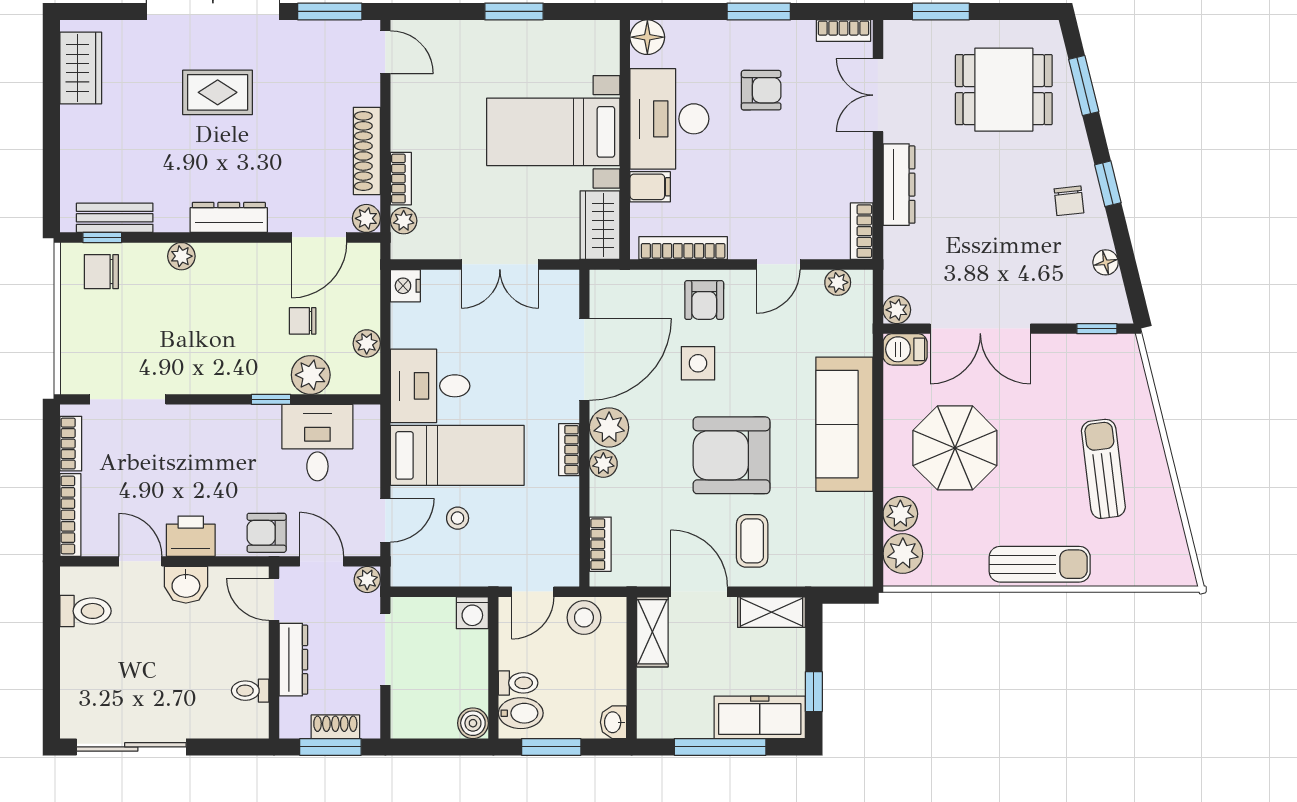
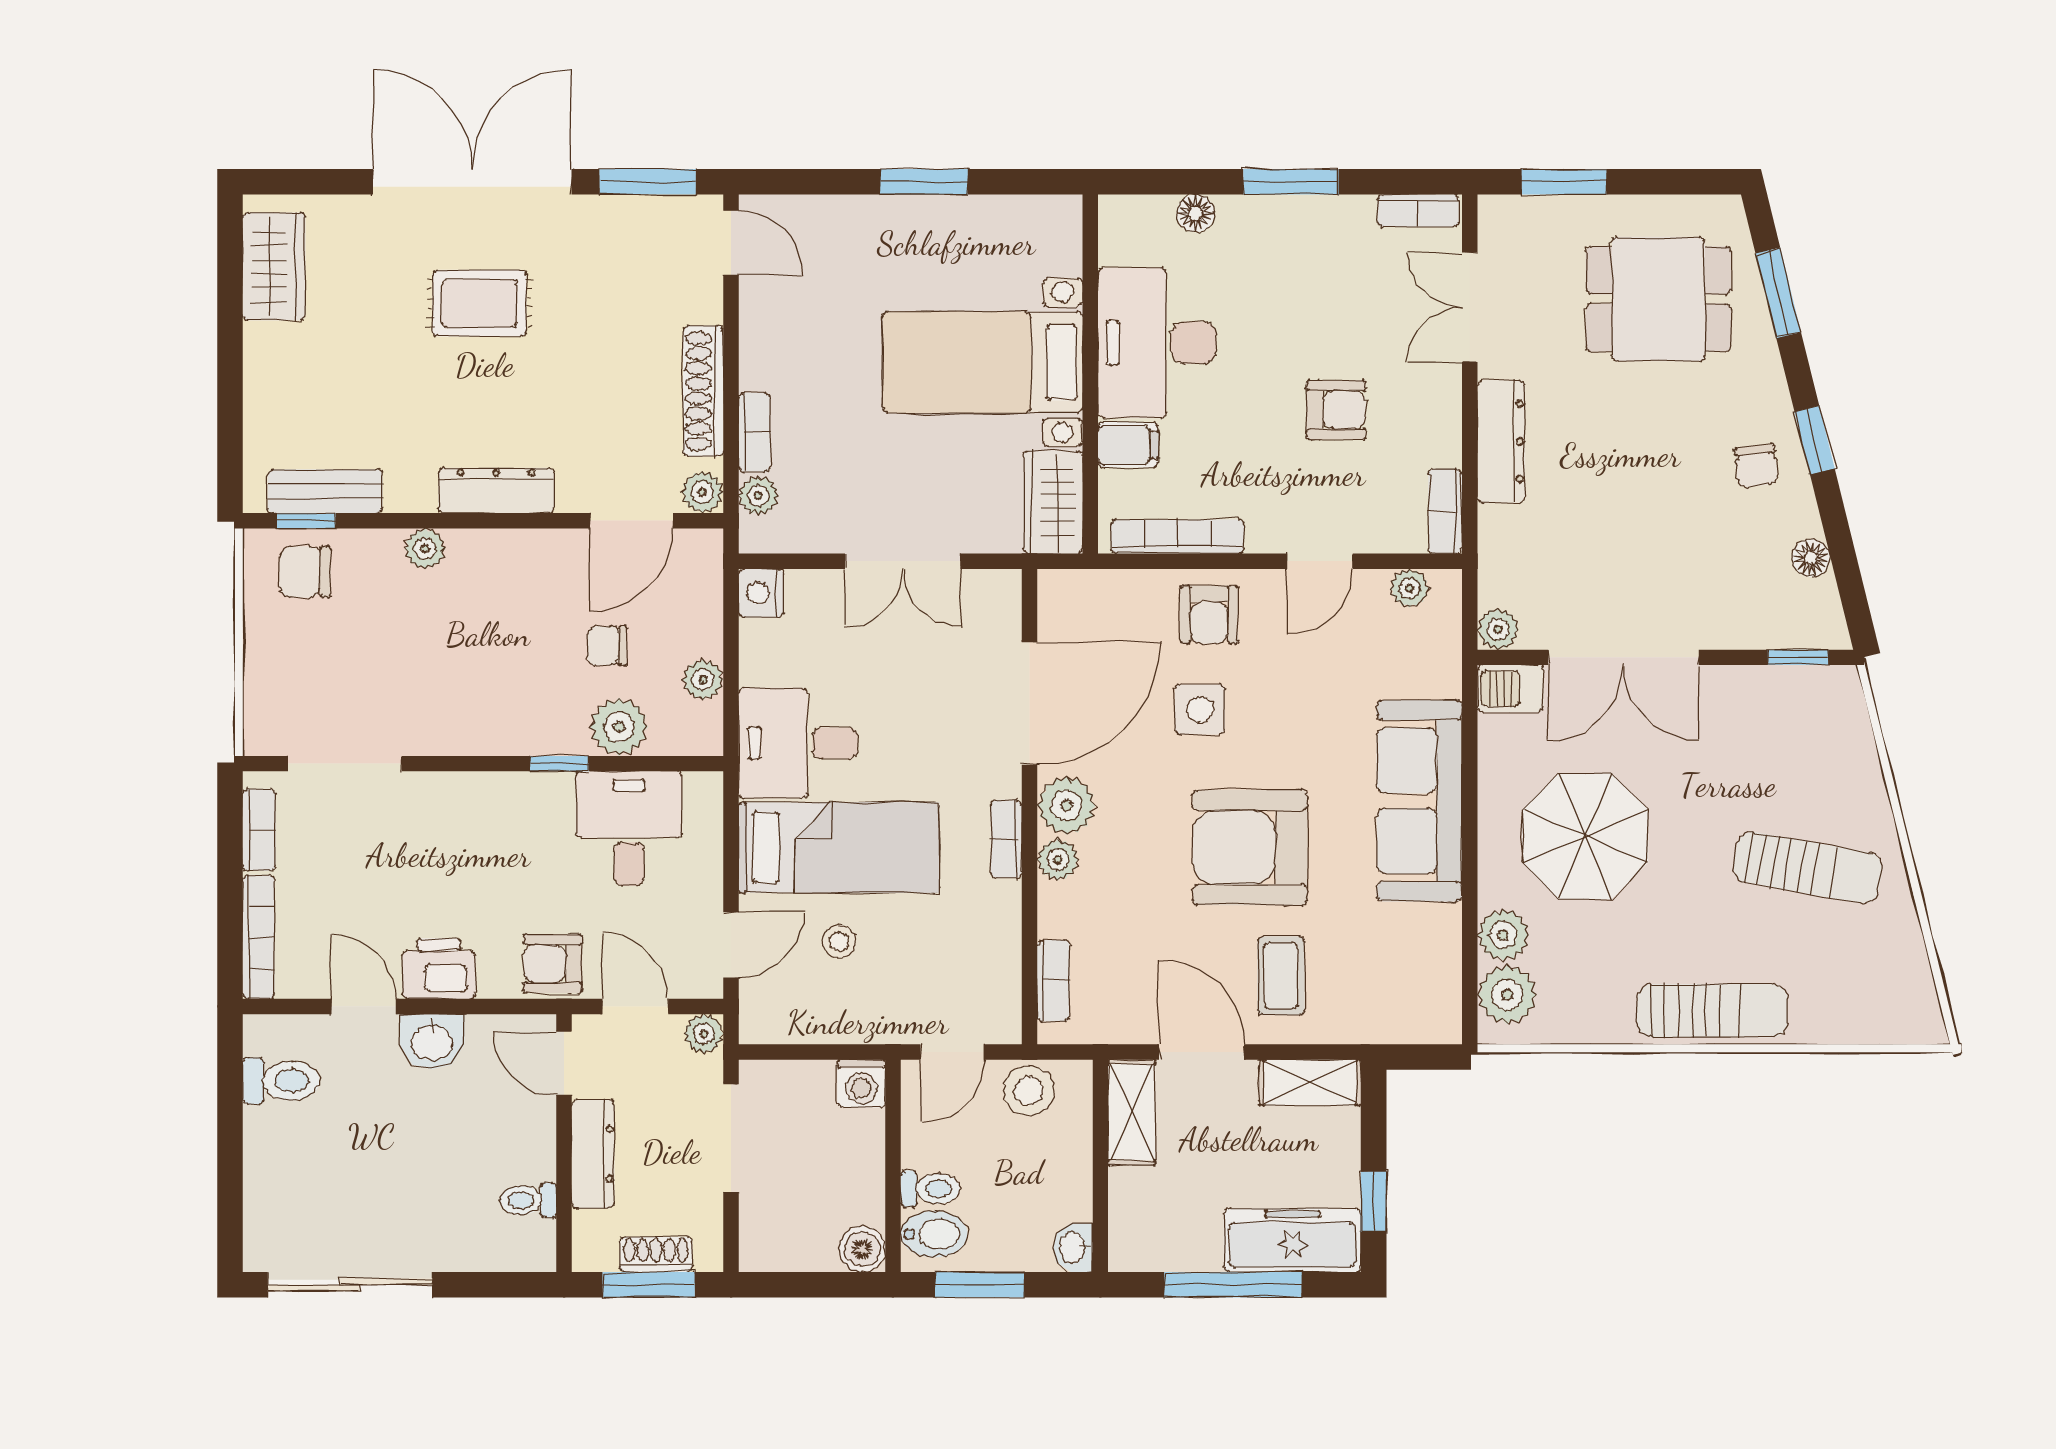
floor lamp: (647, 37) -> (1195, 213), moved, width x0.73, depth x0.73
armchair: (761, 90) -> (1336, 410), moved
sun lounger: (1103, 469) -> (1808, 868), turned 107

